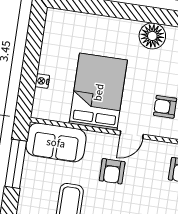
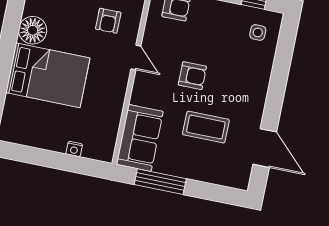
bed: (98, 92) -> (48, 75), moved, turned 180
armchair: (112, 171) -> (192, 76), moved

